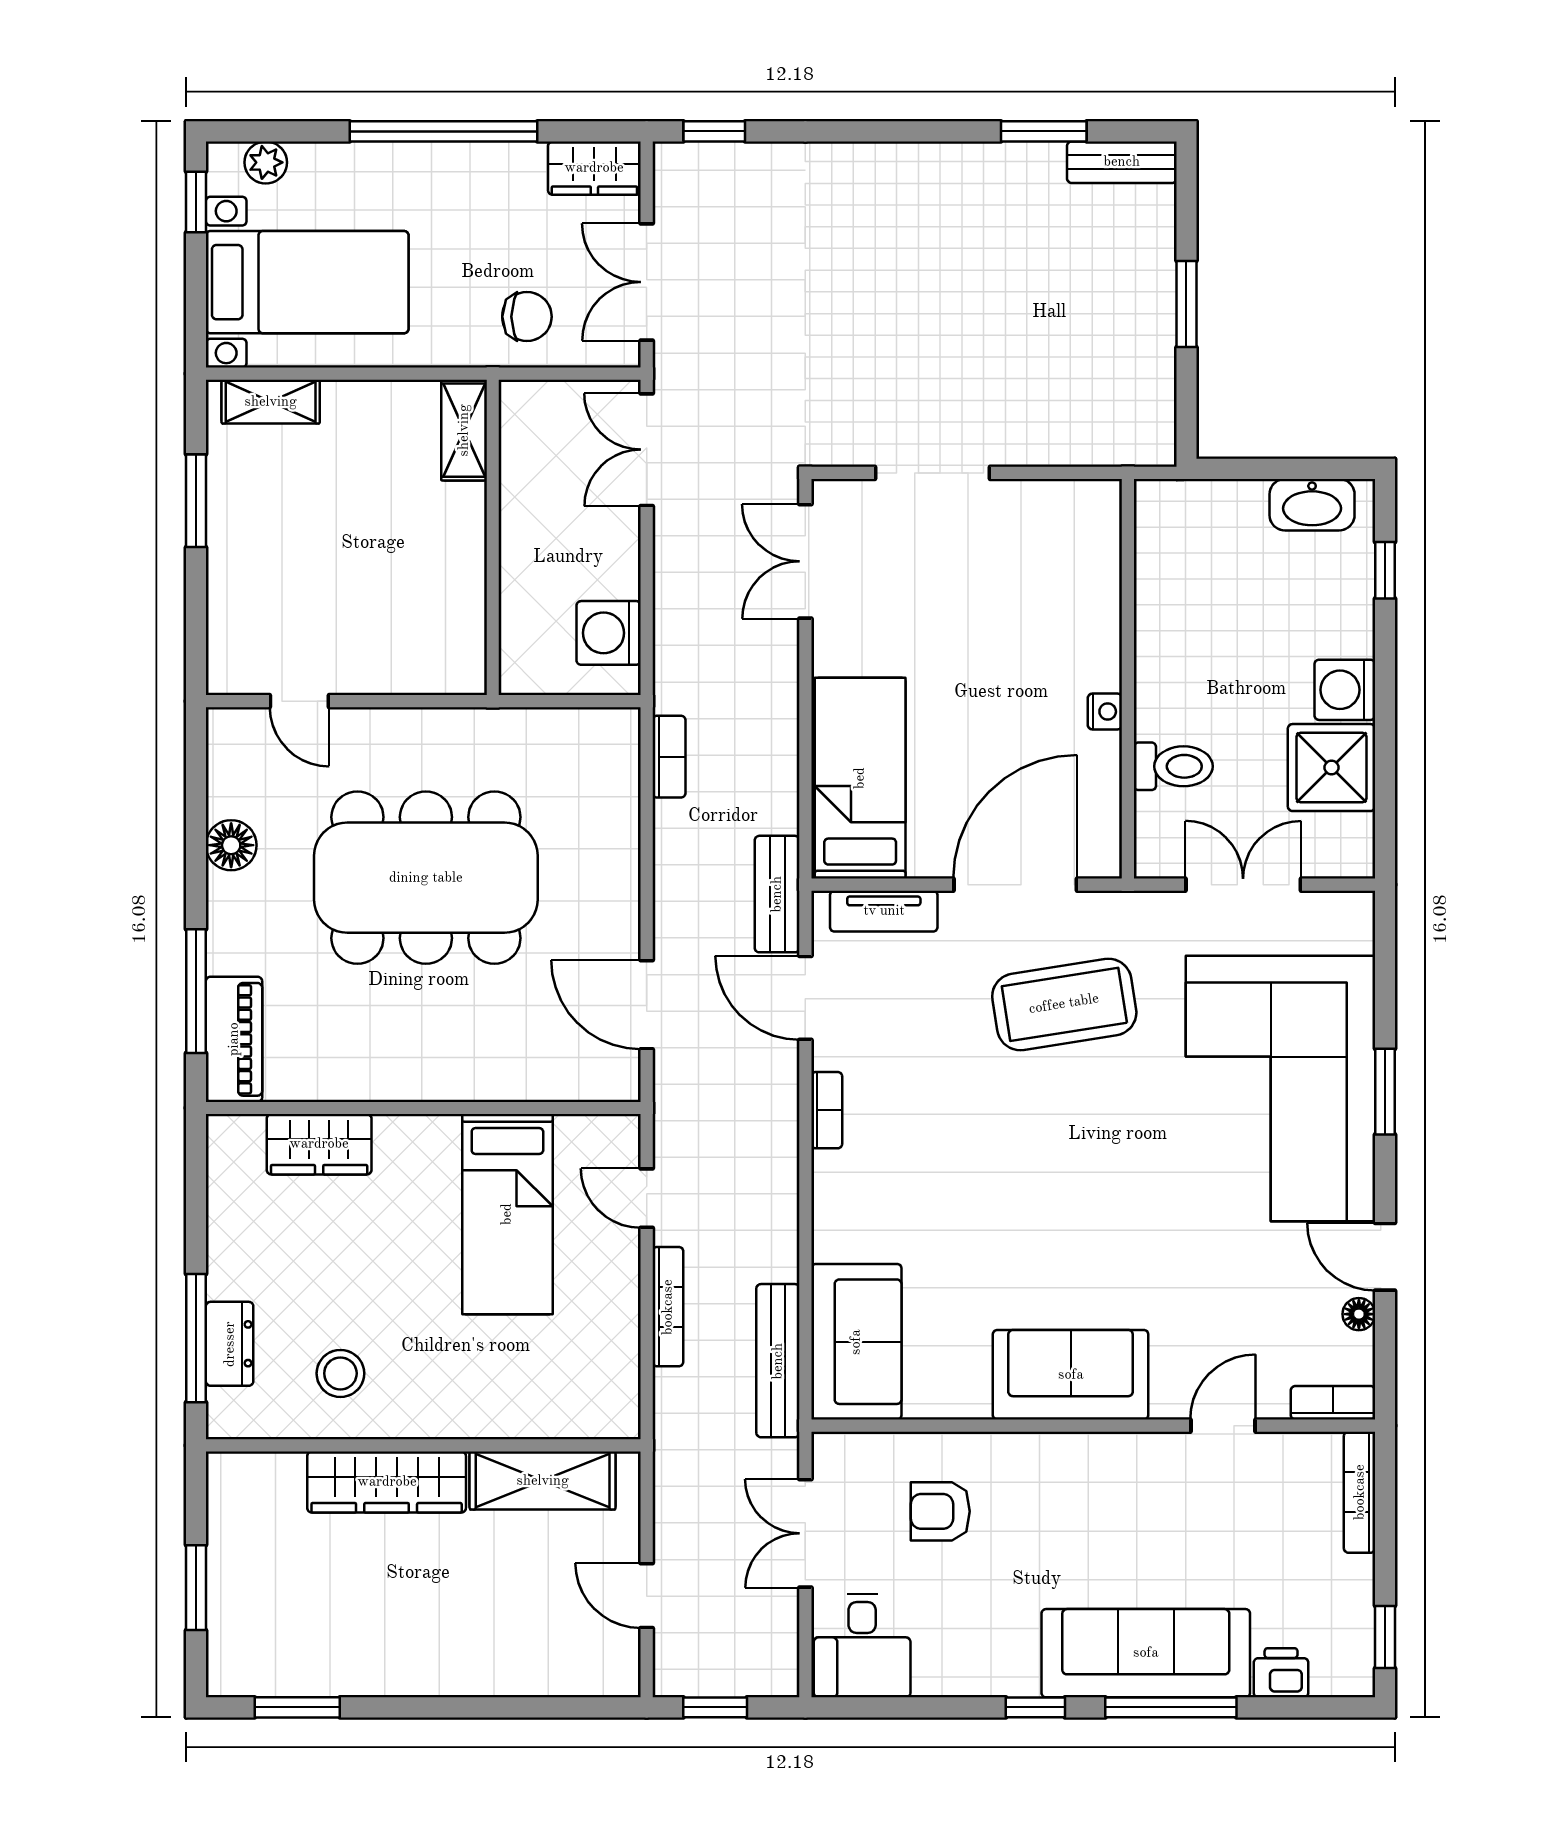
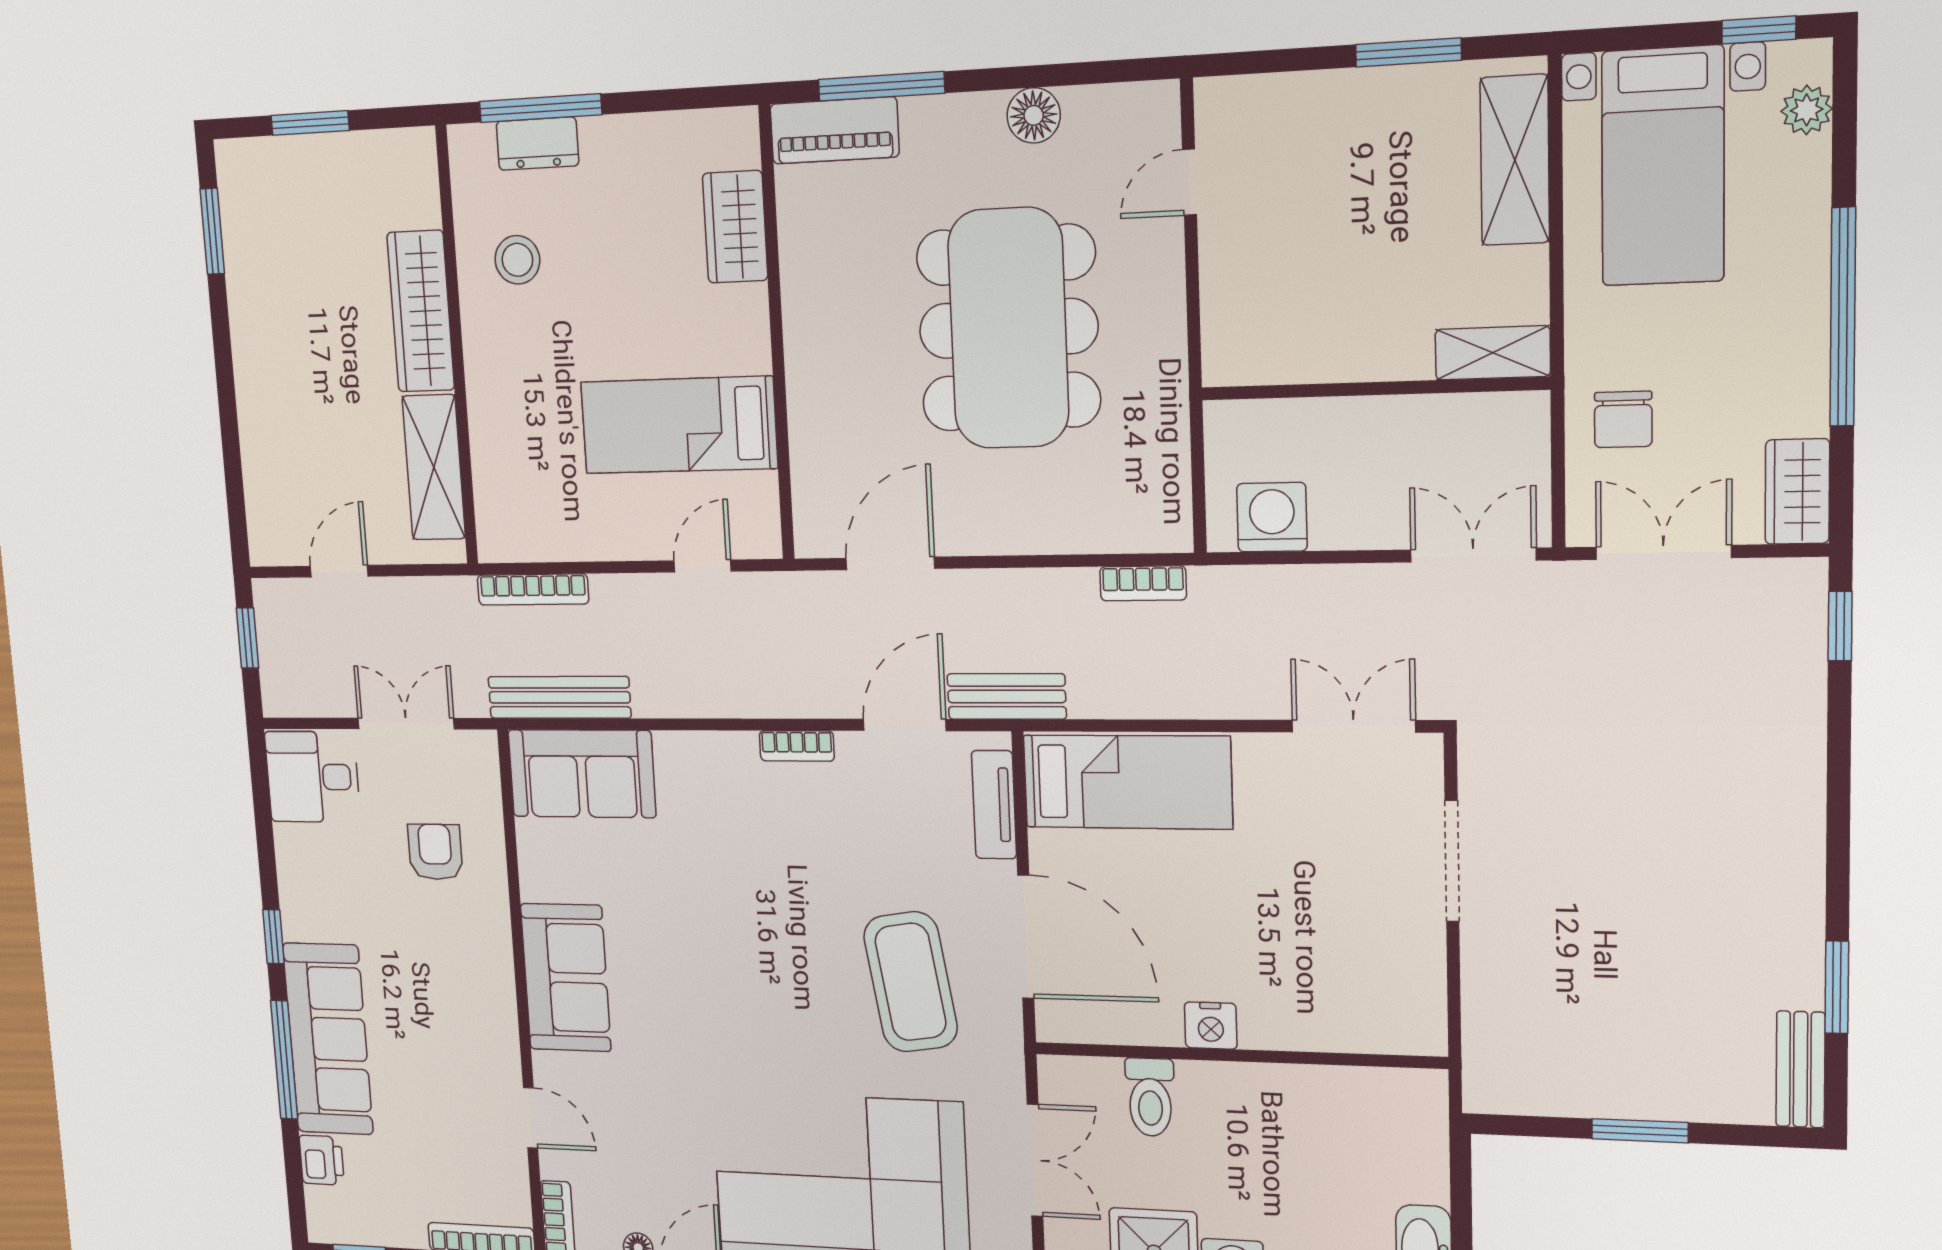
shelving: (271, 402) -> (1515, 160), width x1.50, depth x1.33
nightstand: (1105, 712) -> (1211, 1026), width x1.39, depth x1.35
bookcase: (668, 1307) -> (533, 589), moved

